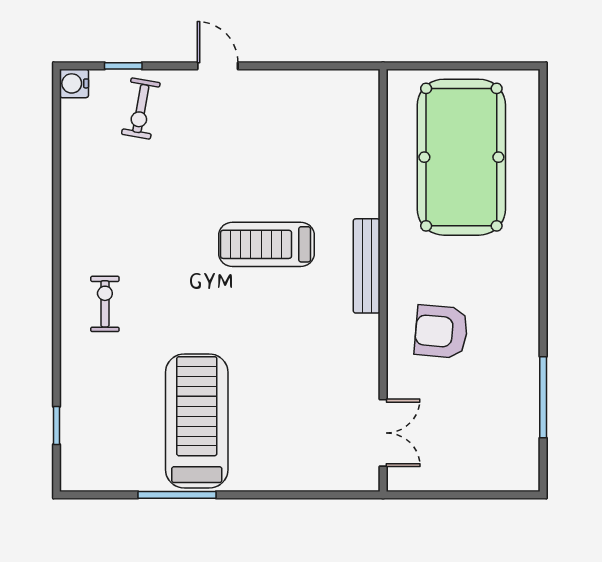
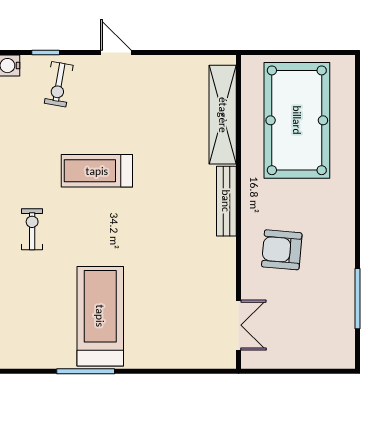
shelving: (362, 150) -> (223, 115), added
treadmill: (266, 244) -> (97, 171), moved

